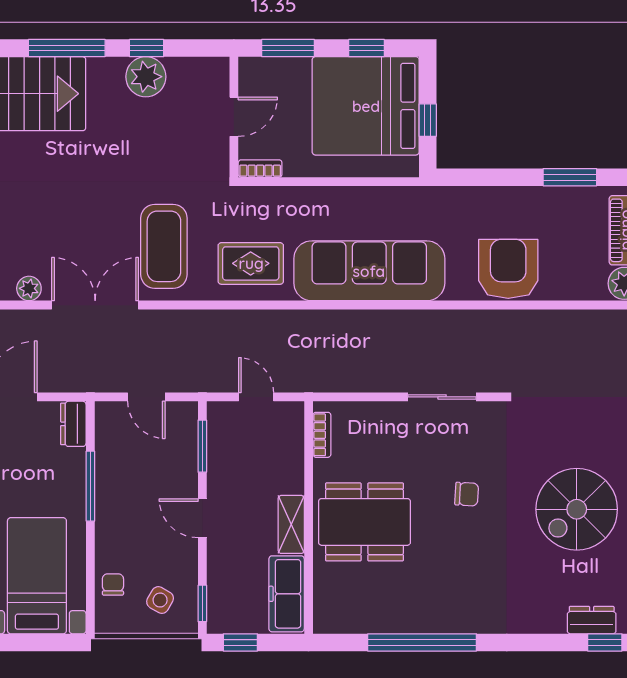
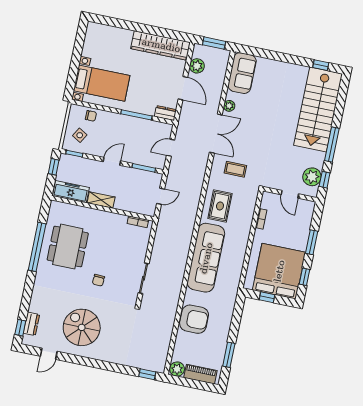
door: (234, 117) -> (290, 194), moved
wall: (234, 117) -> (290, 194), moved
coffee table: (164, 246) -> (235, 169), width x0.54, depth x0.58
dining table: (364, 522) -> (68, 247), moved

